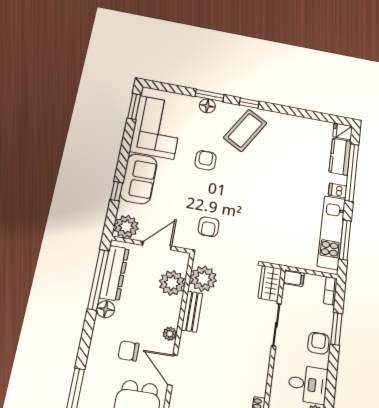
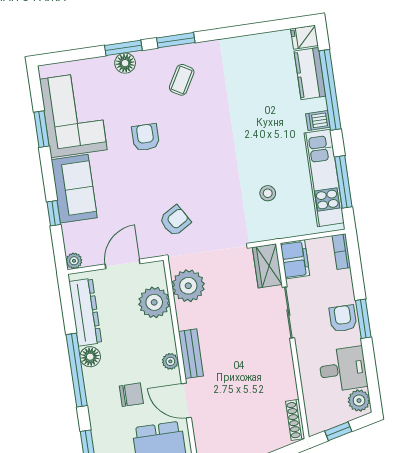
window: (249, 103) -> (176, 40), width x1.50
window: (134, 106) -> (41, 129), moved
coffee table: (245, 130) -> (182, 80), width x0.54, depth x0.58
plant: (126, 227) -> (74, 261), width x0.53, depth x0.53
armchair: (209, 227) -> (175, 221), turned -121
stool: (286, 230) -> (268, 193), added
filing cabinet: (294, 278) -> (295, 259), width x2.00
window: (98, 280) -> (77, 370), moved
bench: (192, 312) -> (191, 354), moved
window: (336, 329) -> (363, 319), moved
chair: (129, 351) -> (131, 395), turned 180

